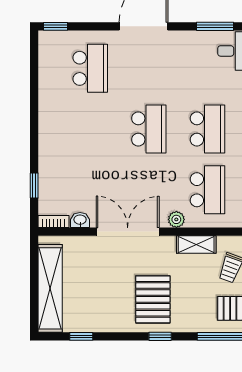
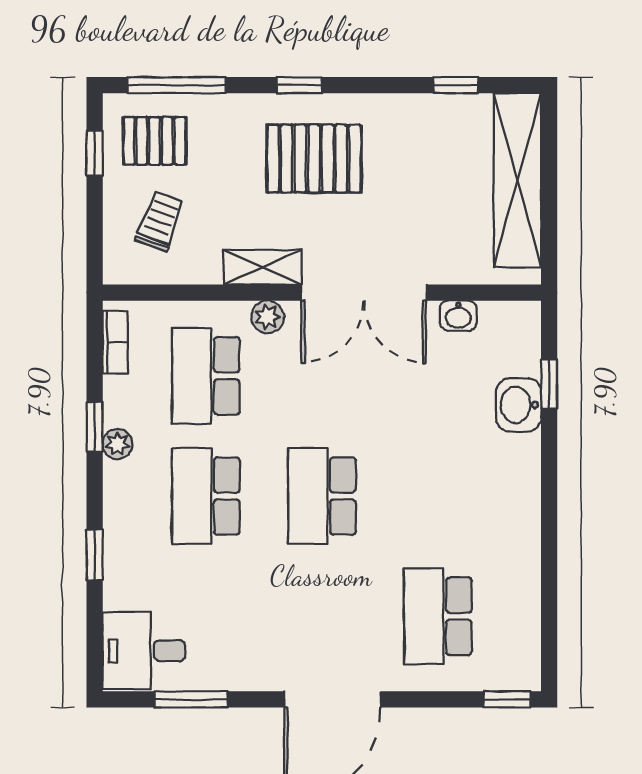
washbasin: (50, 175) -> (519, 405), added
bookcase: (54, 221) -> (511, 313), removed
shelving: (196, 245) -> (262, 267), moved
pallet: (153, 299) -> (314, 159), turned 90

